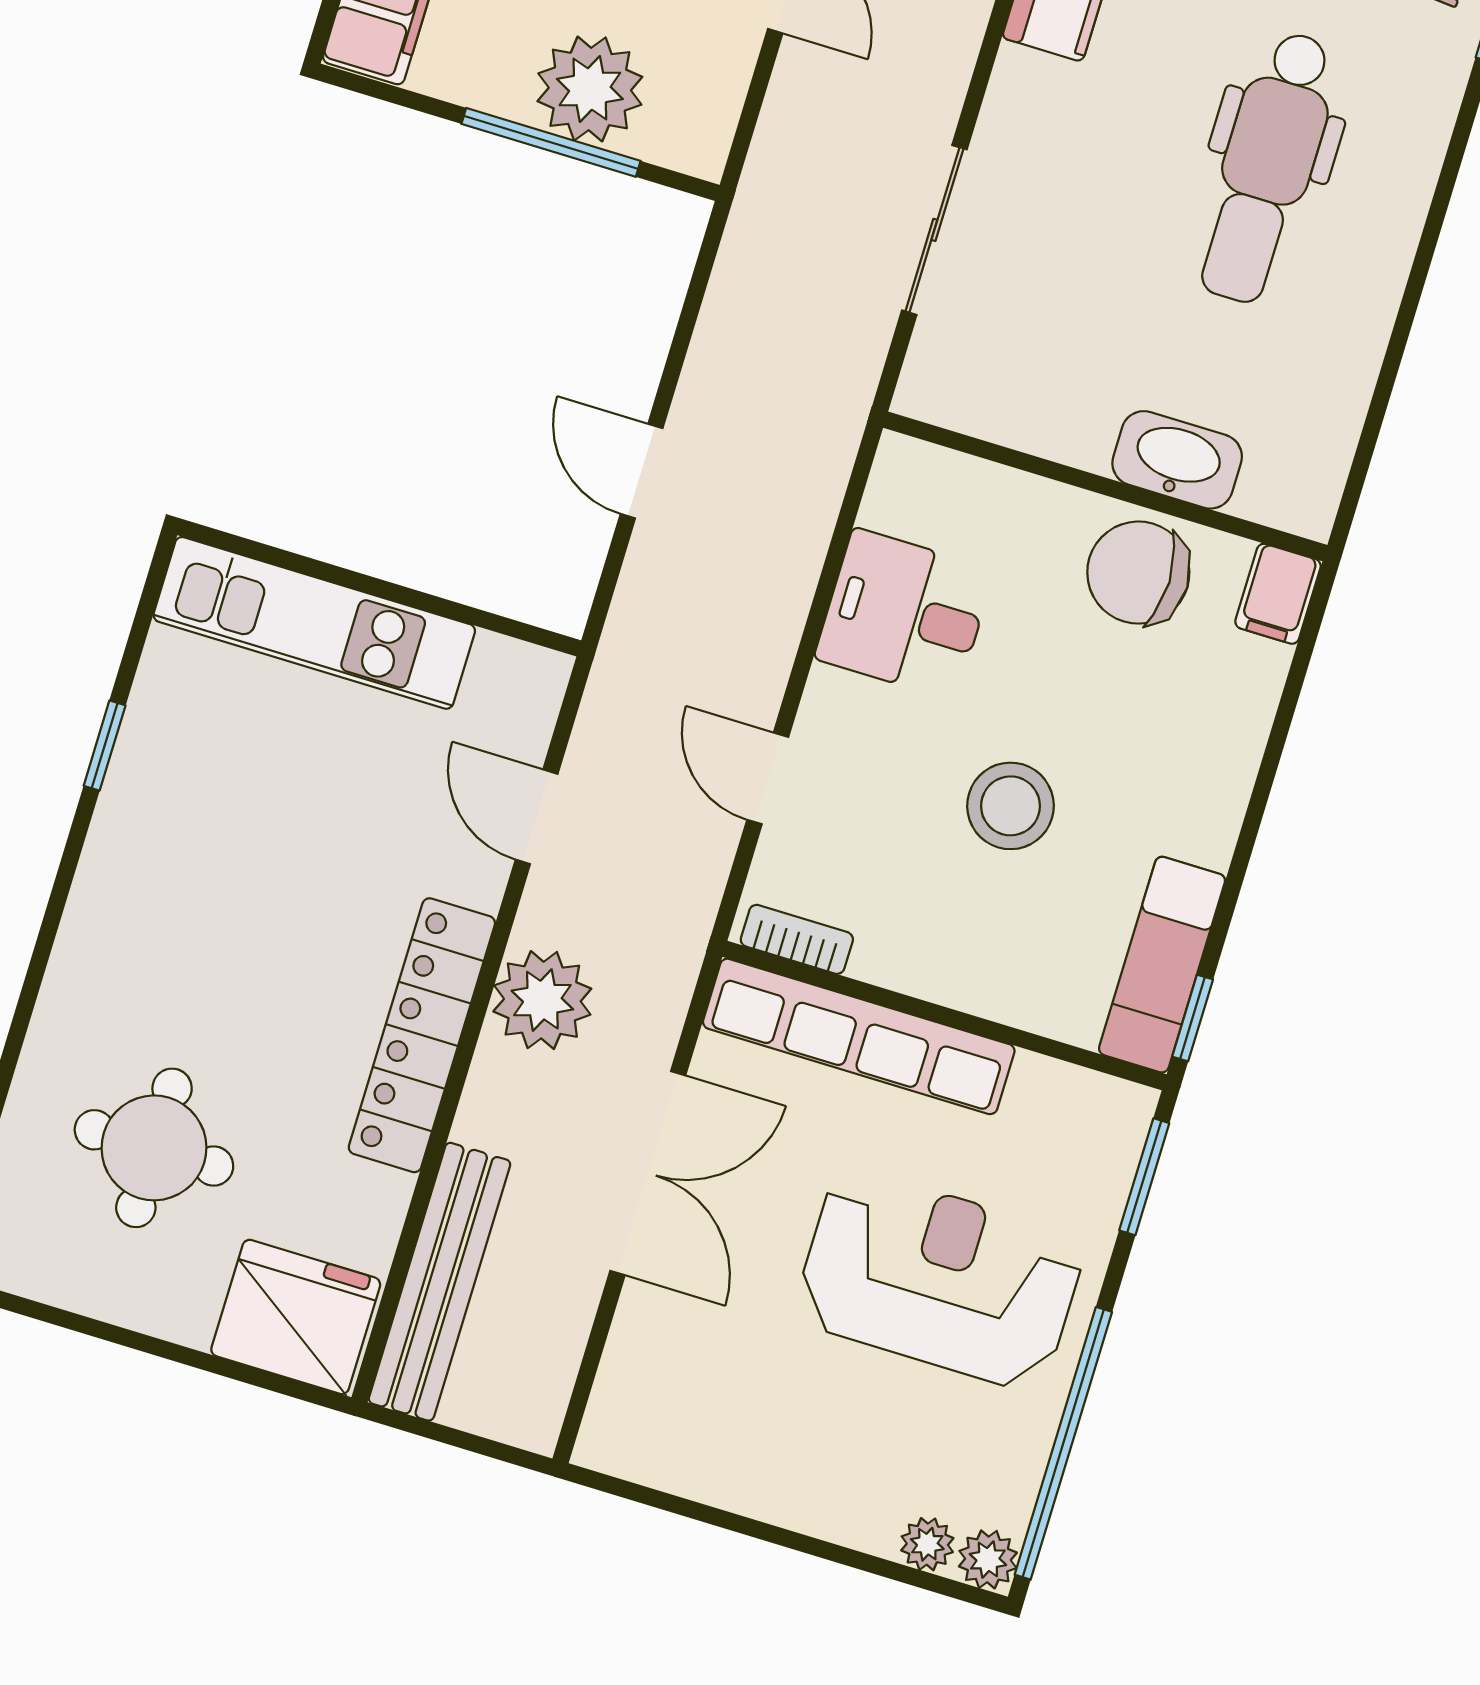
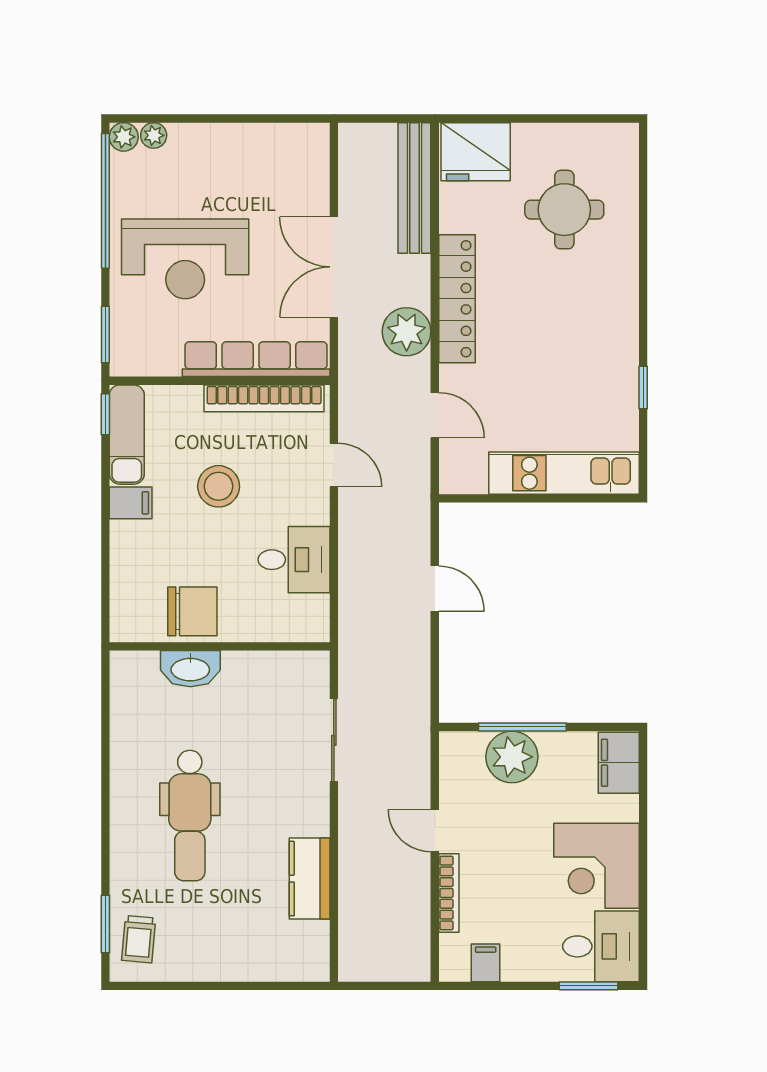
dental chair: (1267, 167) -> (190, 816), turned 180
filing cabinet: (1278, 594) -> (131, 503), moved, turned 90
bookcase: (797, 939) -> (264, 398), width x2.31, depth x1.31

